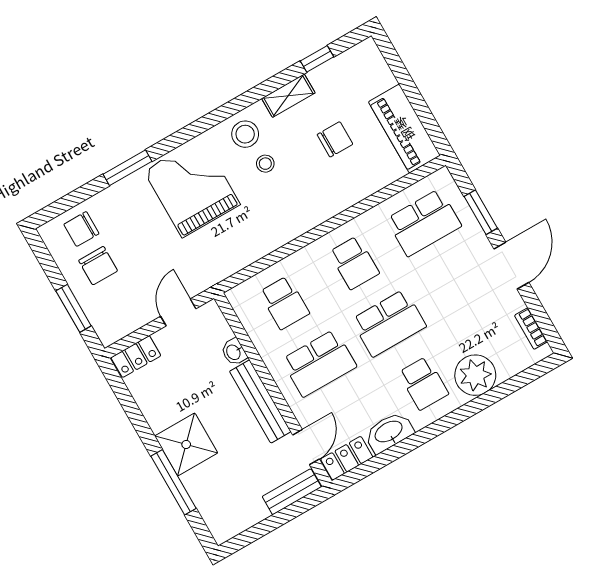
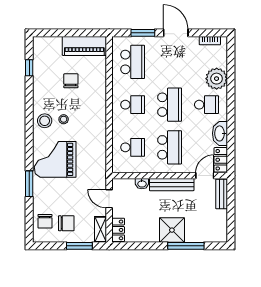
shelving: (288, 96) -> (100, 229), moved
door: (306, 447) -> (205, 176), hinge flipped

